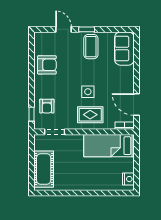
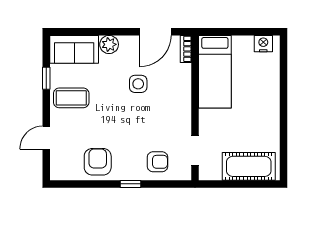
window: (87, 29) -> (46, 78), moved
plant: (128, 73) -> (109, 44), added
side table: (88, 92) -> (138, 84), moved
window: (32, 114) -> (131, 184), moved
rug: (90, 115) -> (170, 99), removed

